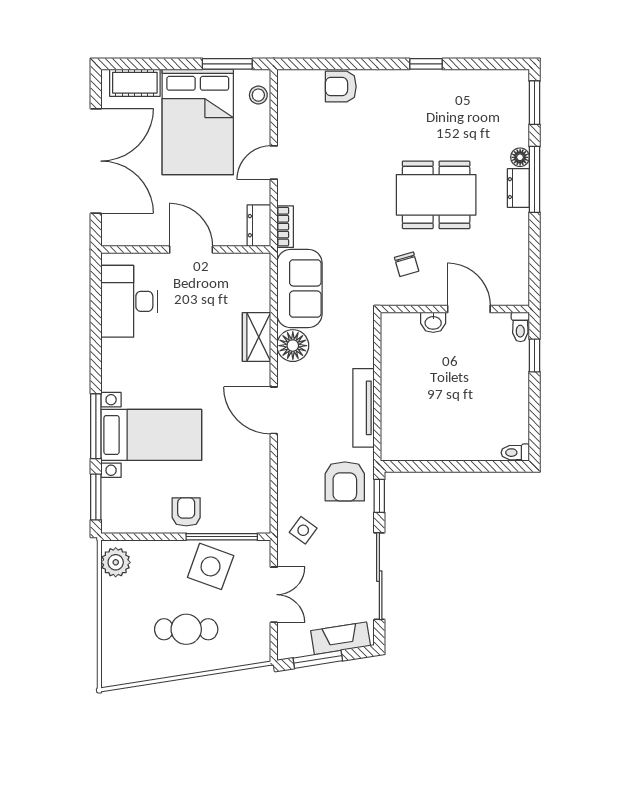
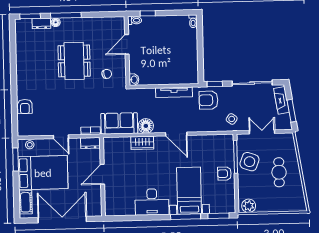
window: (426, 64) -> (13, 67), removed
dresser: (518, 188) -> (41, 23), moved
desk: (129, 301) -> (152, 202), moved
washbasin: (433, 322) -> (134, 80), moved
door: (274, 410) -> (176, 134), hinge flipped
armchair: (345, 481) -> (208, 100), turned 180

